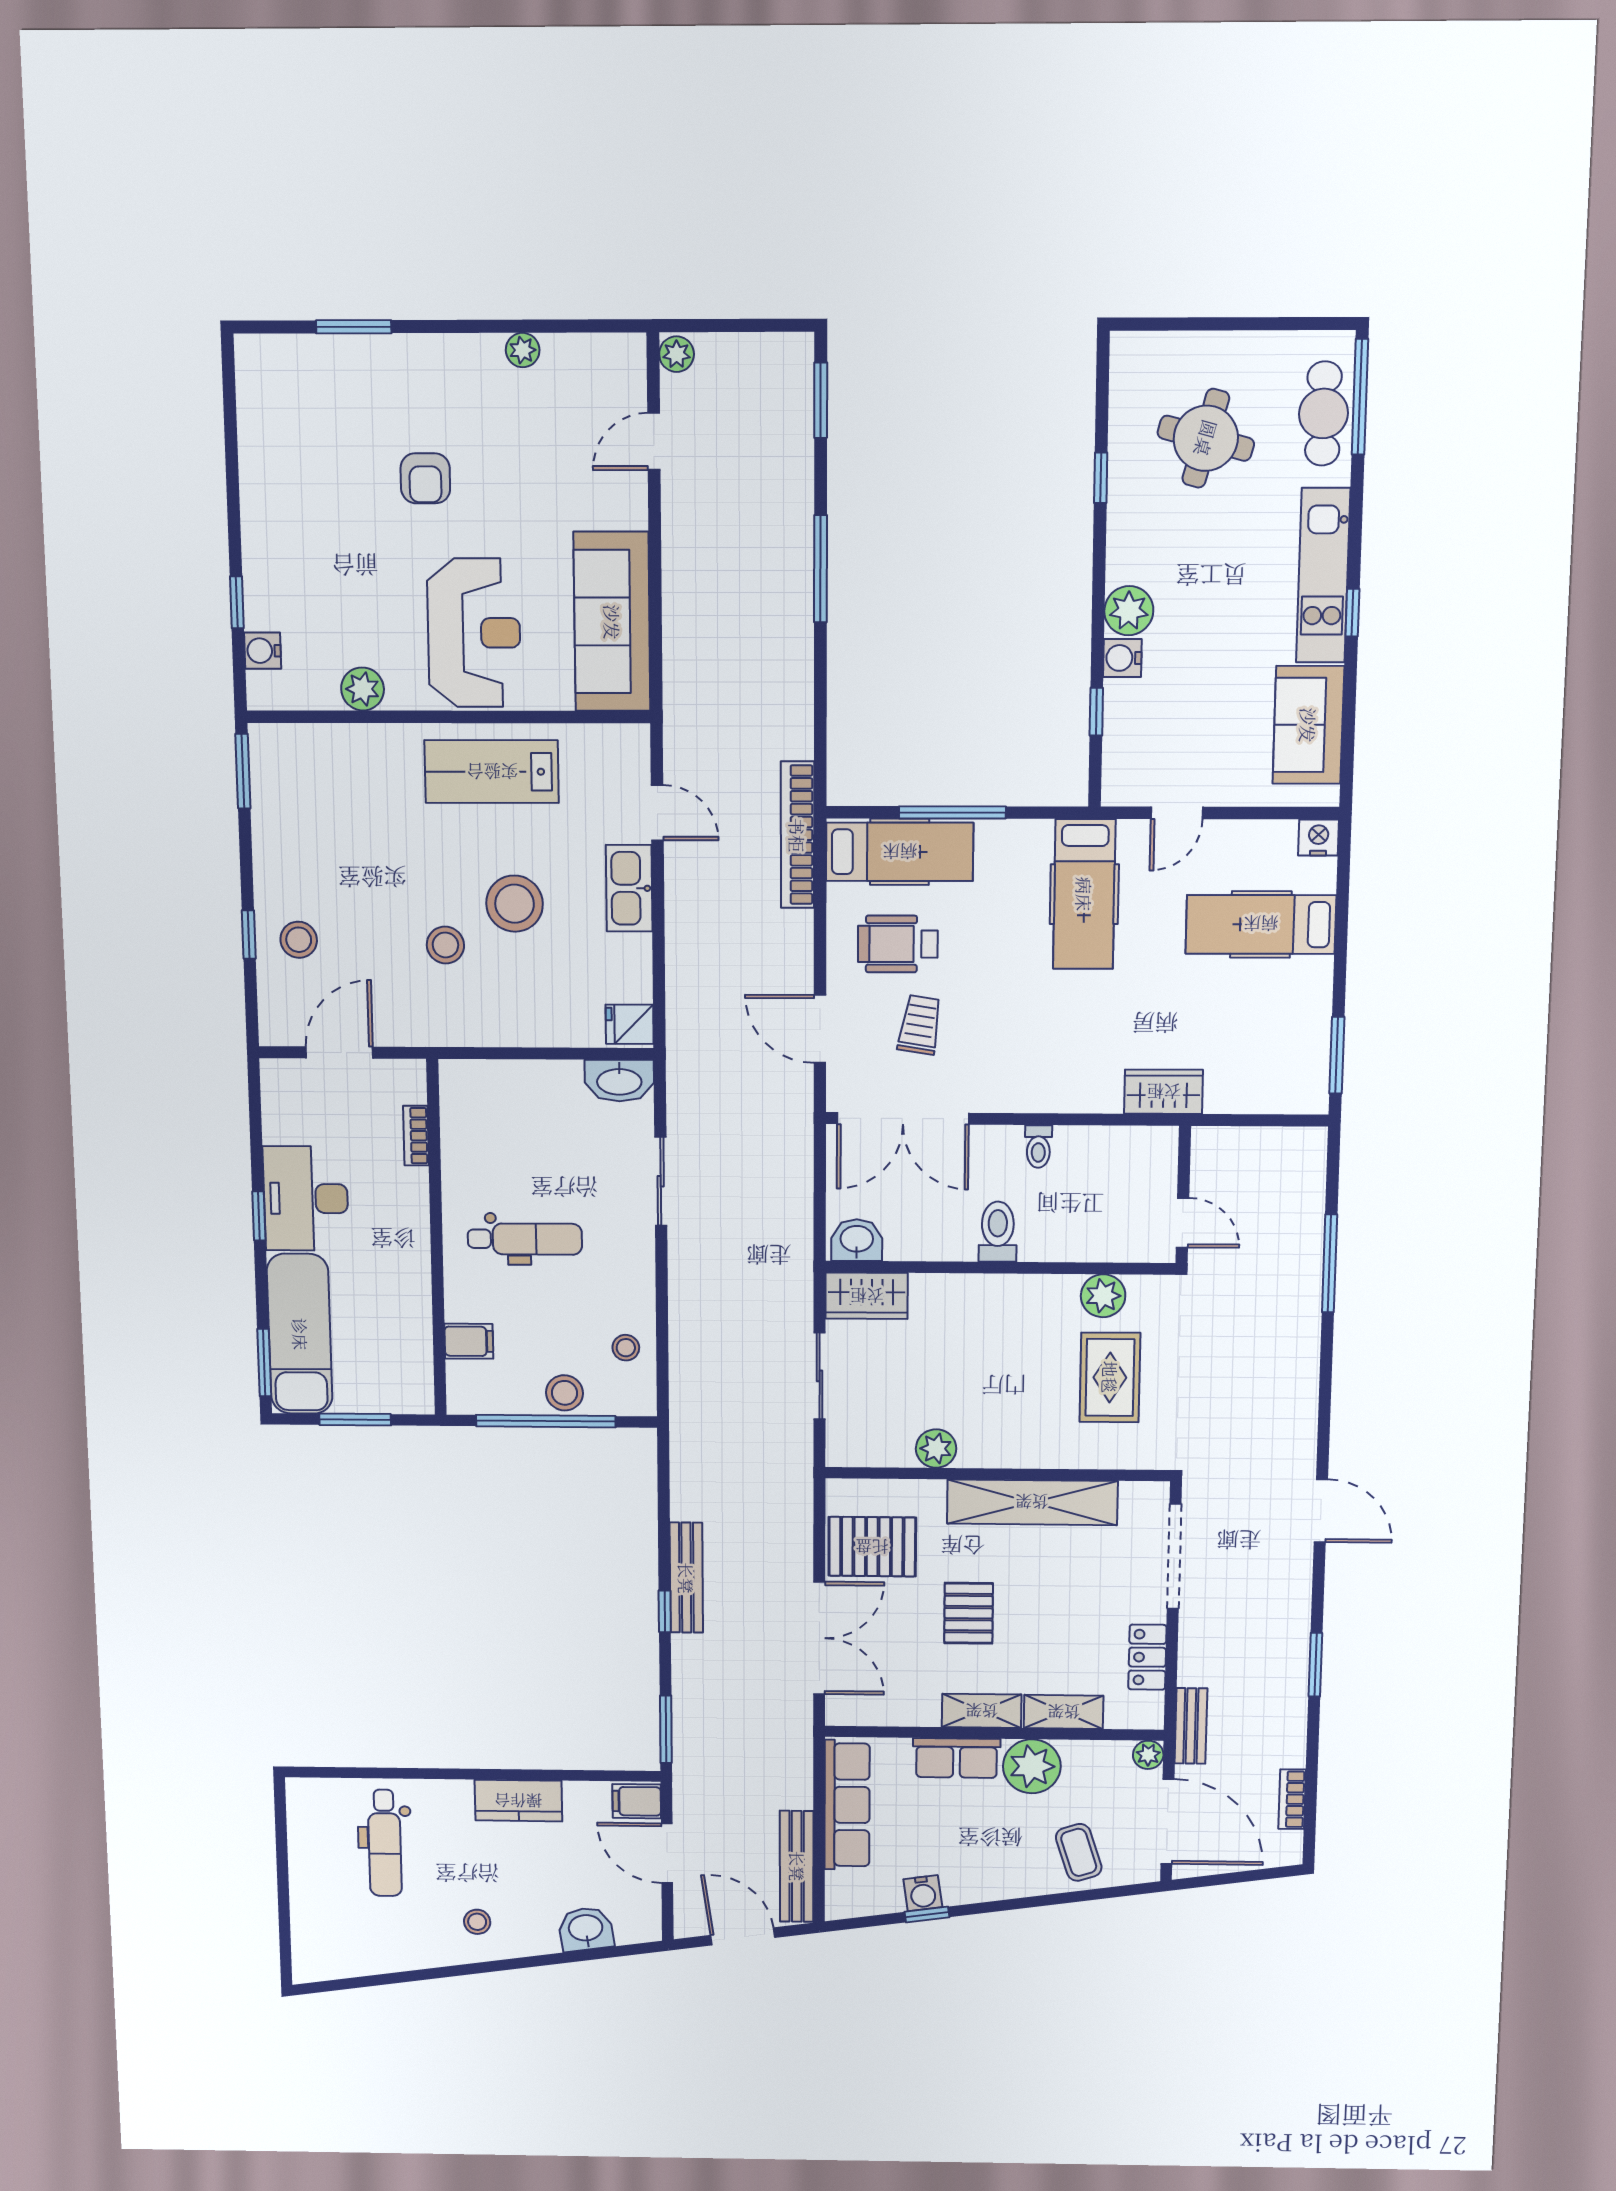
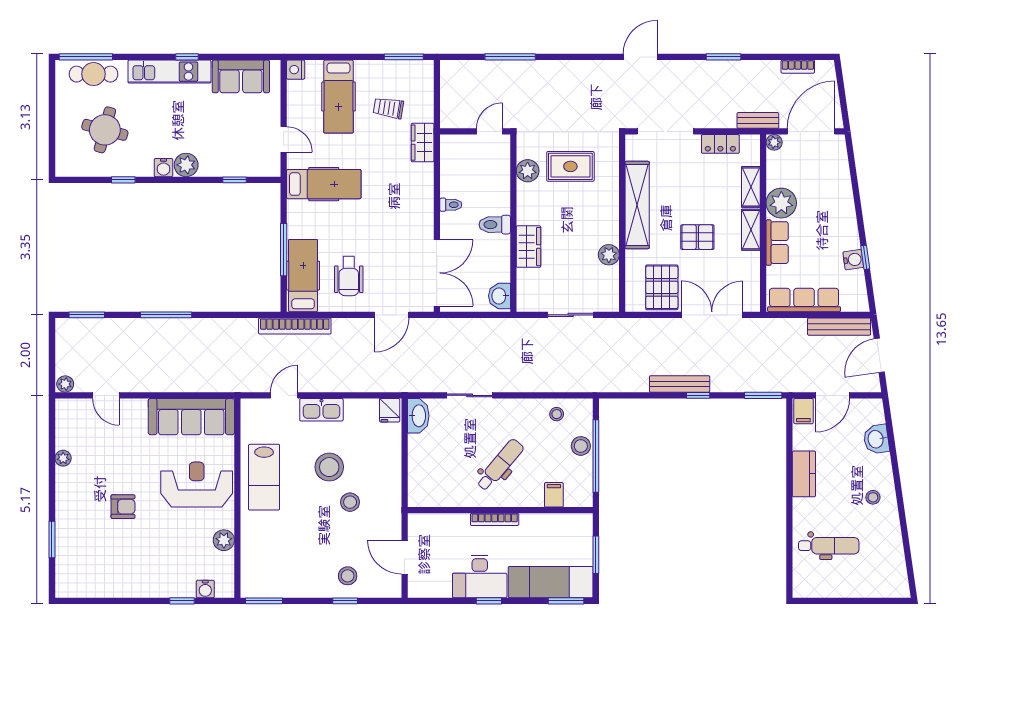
water cooler: (1122, 658) -> (163, 168), moved
trolley: (920, 1025) -> (388, 108), moved
bookcase: (416, 1136) -> (495, 519), moved, width x1.56
dental chair: (525, 1239) -> (500, 465), turned 40
wardrobe: (867, 1296) -> (528, 247), moved
coffee table: (1079, 1852) -> (829, 178), removed

